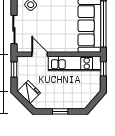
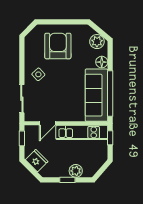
door: (40, 54) -> (47, 123), swing flipped
plant: (69, 102) -> (76, 171), added

